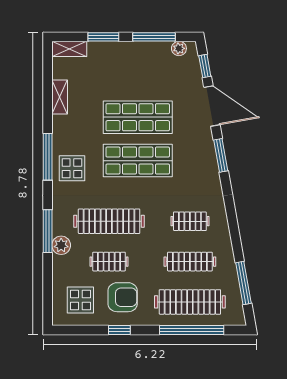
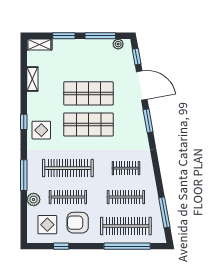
window: (48, 157) -> (24, 122), width x0.46
plant: (61, 245) -> (34, 199), moved
clothes rail: (109, 262) -> (68, 197), width x1.36
armchair: (123, 297) -> (78, 223), turned 180
window: (119, 330) -> (61, 246), moved

